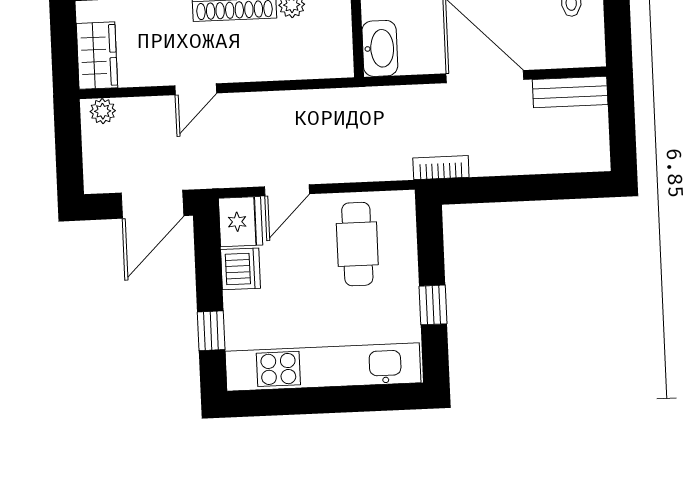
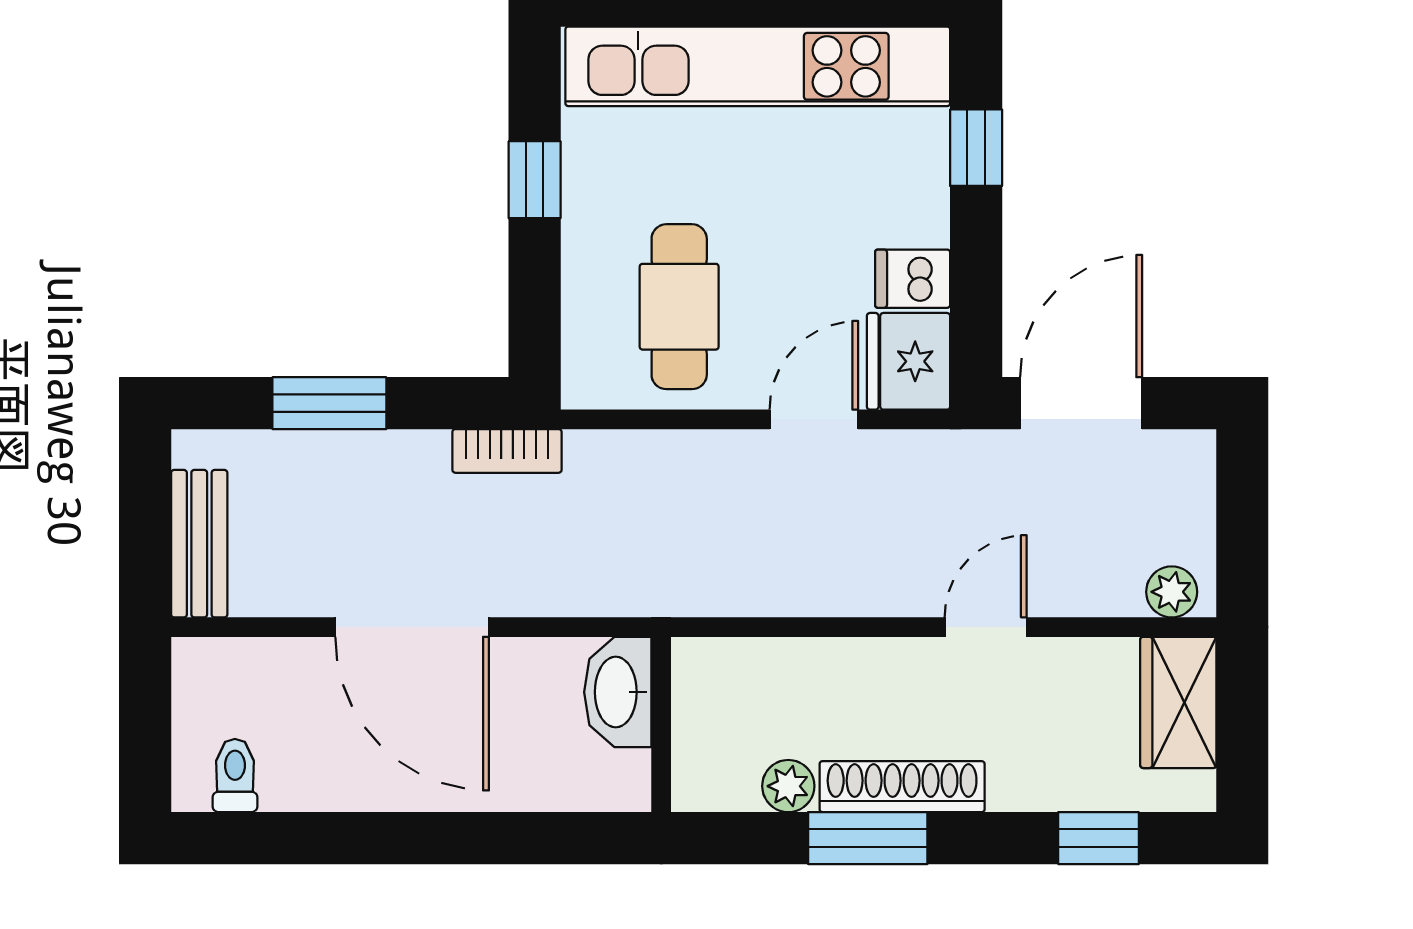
bench: (570, 92) -> (199, 544), moved, turned 90
window: (532, 188) -> (329, 403), added
dishwasher: (240, 269) -> (913, 279), width x0.73

